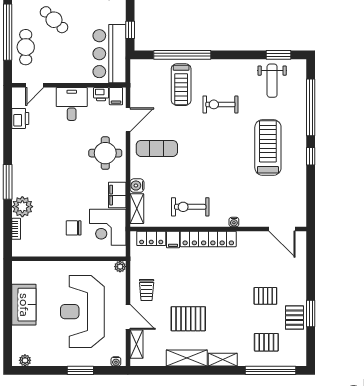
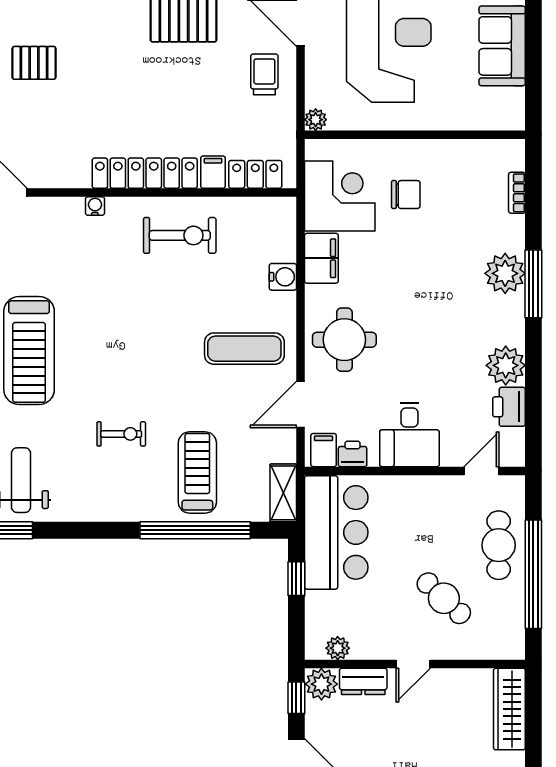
exercise bike: (220, 104) -> (121, 434), width x0.73, depth x0.72
plant: (22, 140) -> (506, 365), added
plant: (22, 207) -> (505, 273), moved
shelving: (137, 209) -> (283, 493), moved

